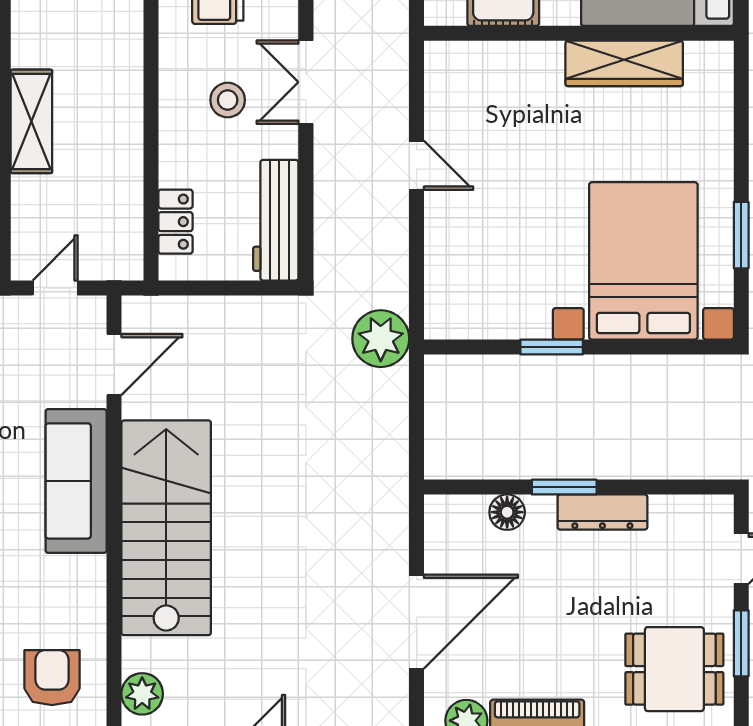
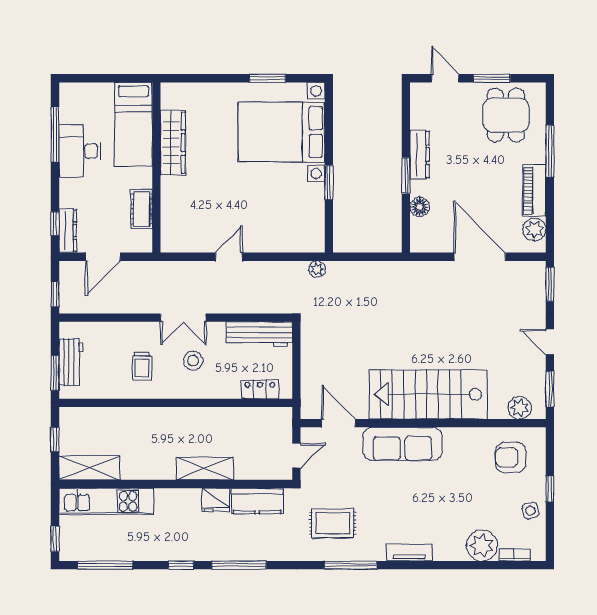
door: (55, 288) -> (296, 456), swing flipped
plant: (381, 339) -> (317, 269), width x0.53, depth x0.53

